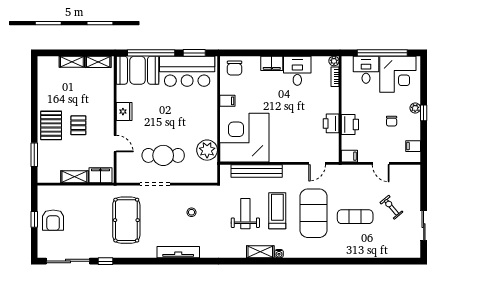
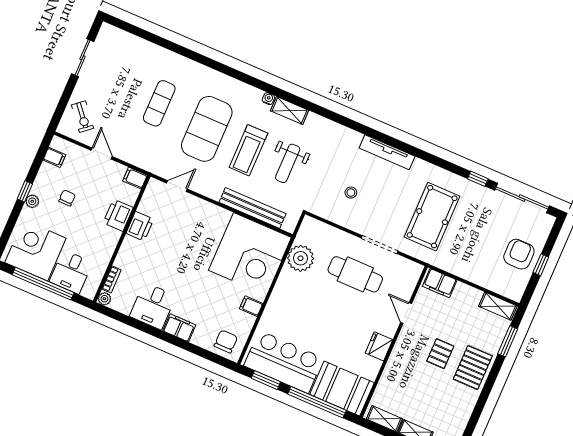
shelving: (74, 177) -> (498, 306), moved
exercise bike: (391, 207) -> (83, 117), moved
exercise mat: (355, 217) -> (159, 103), turned 90

